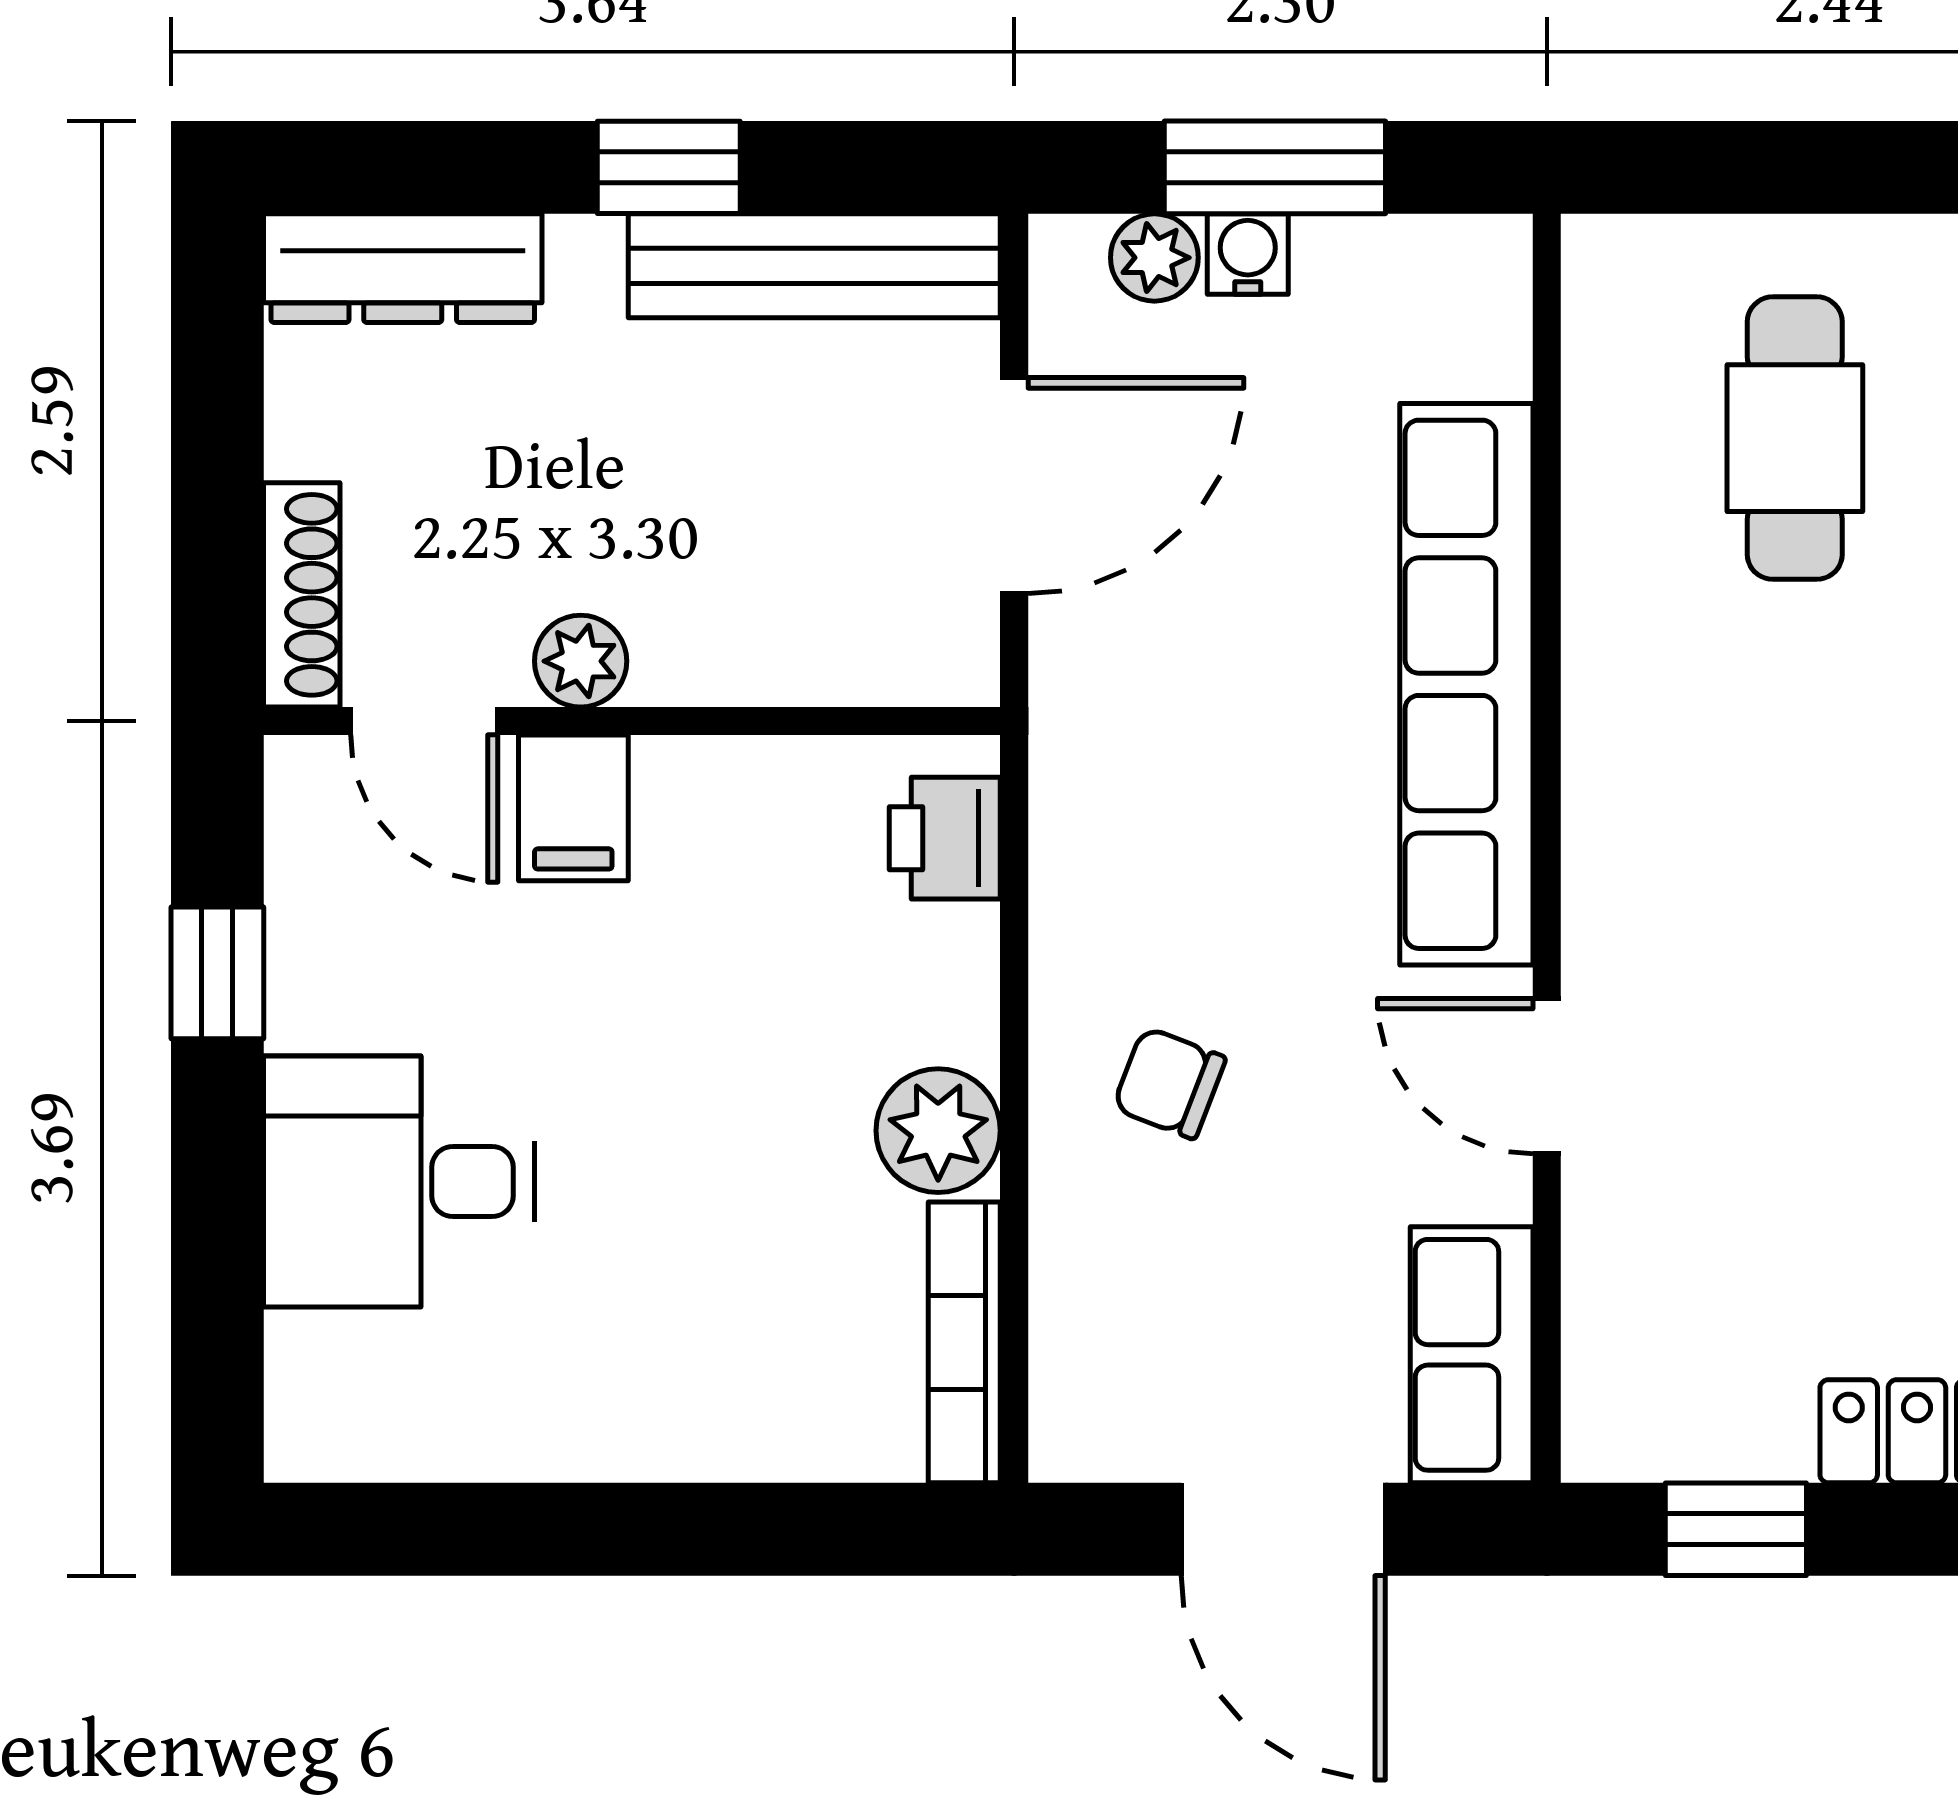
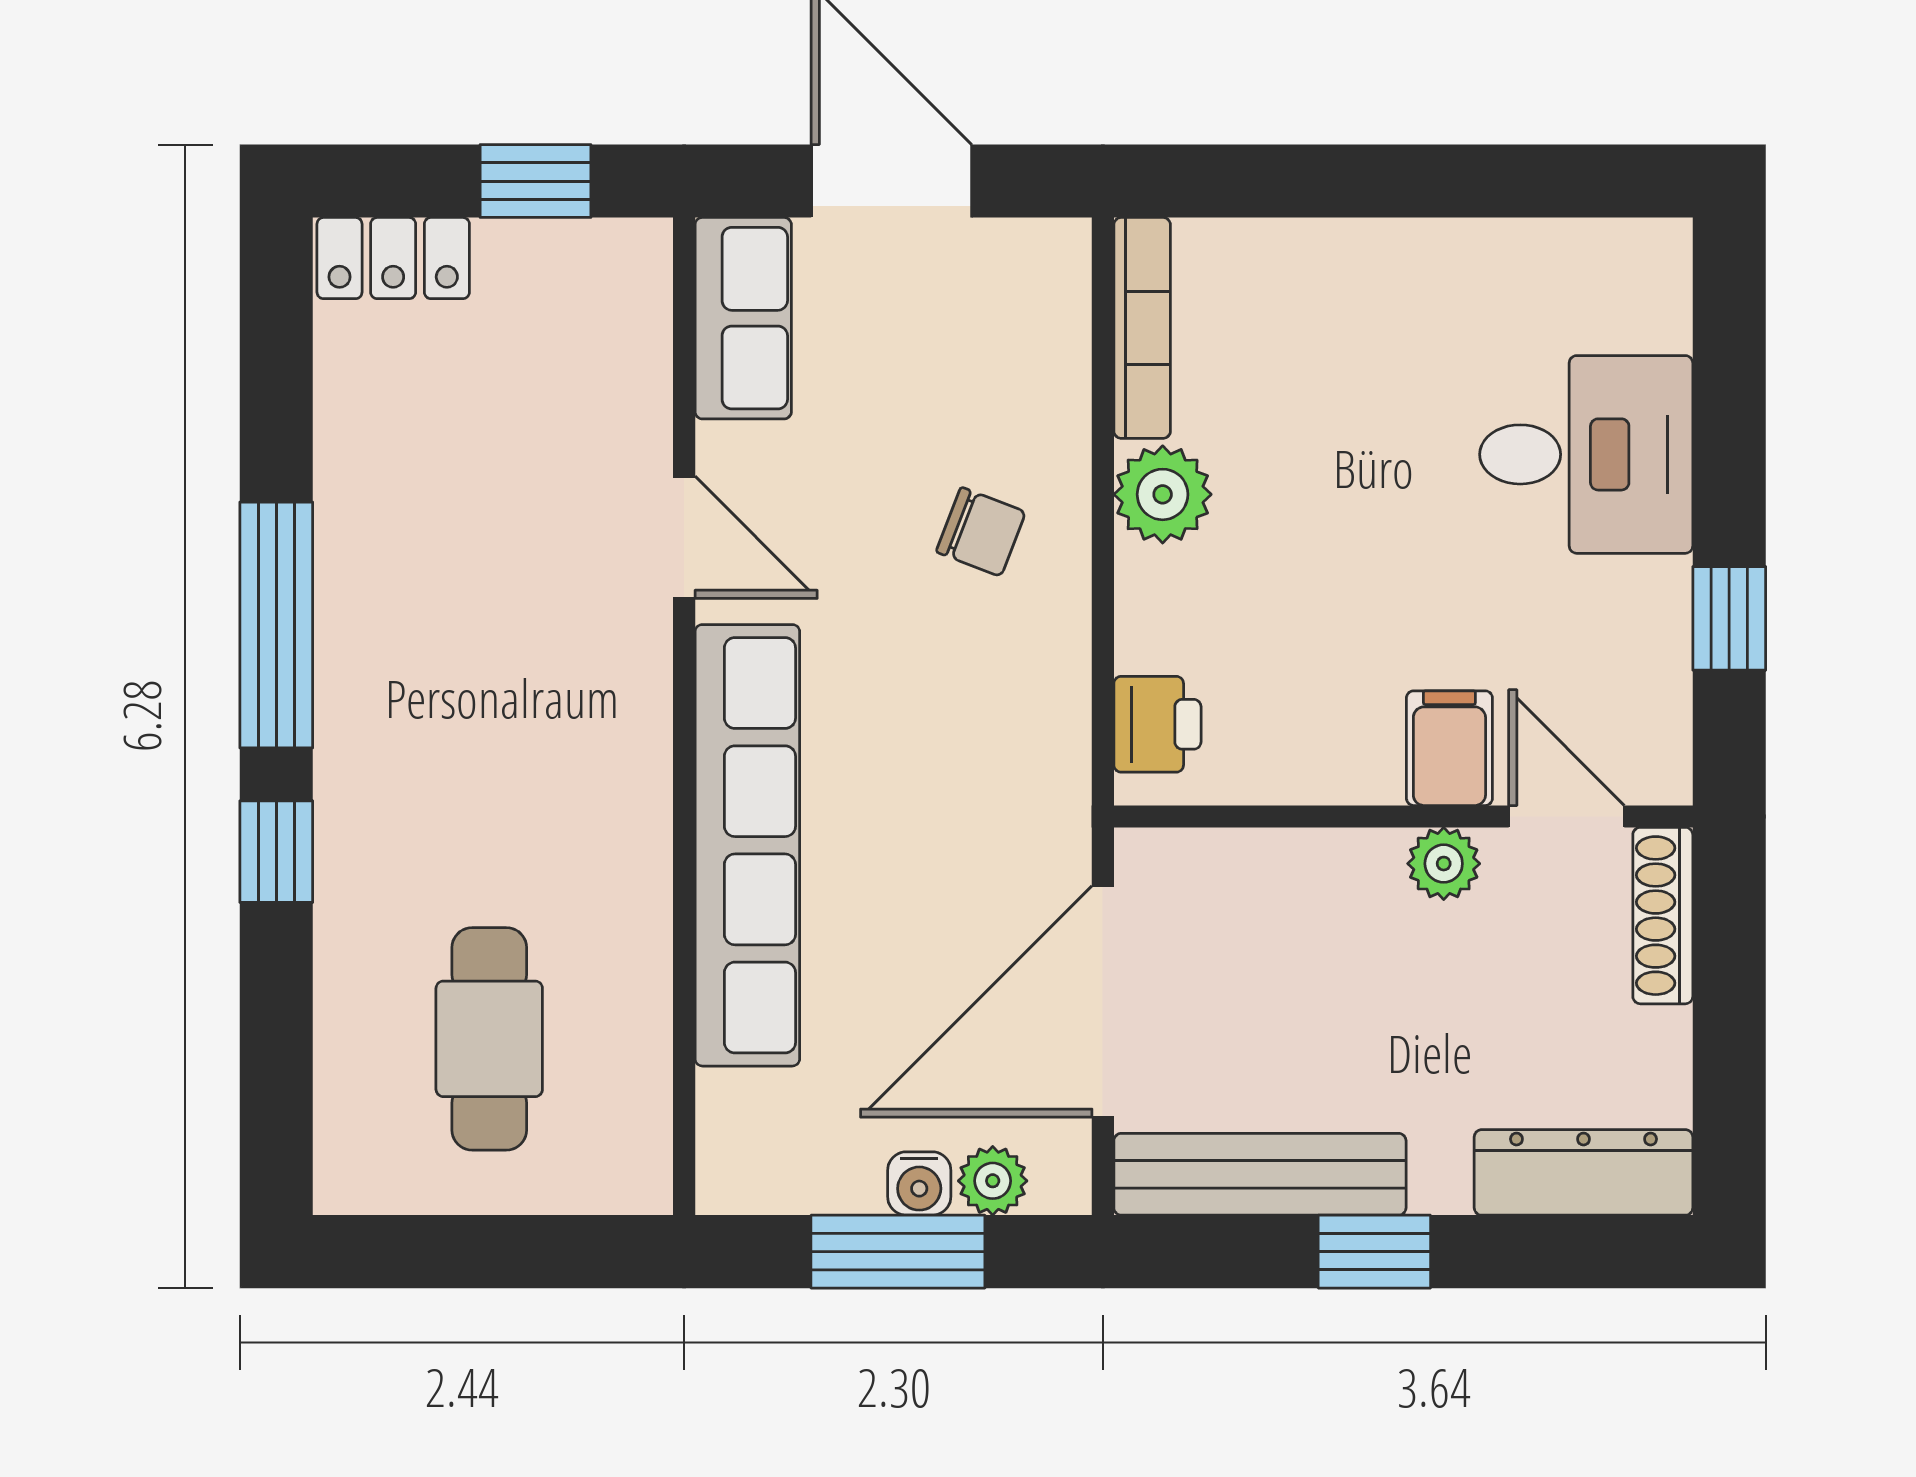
door: (1014, 486) -> (1103, 1002), width x1.36

